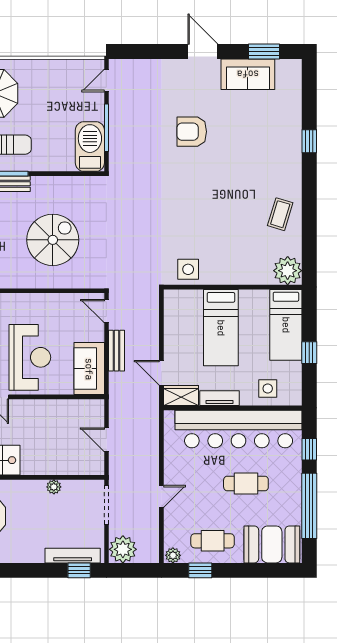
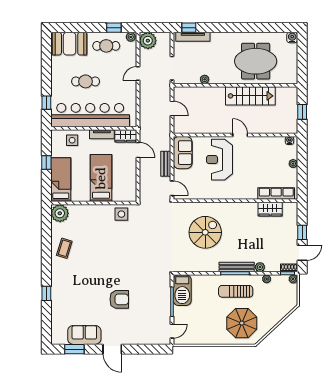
spiral stairs: (53, 240) -> (205, 232), turned 180
window: (309, 506) -> (46, 68), removed
plant: (123, 549) -> (148, 41), moved

